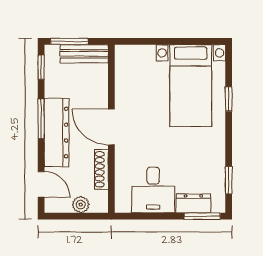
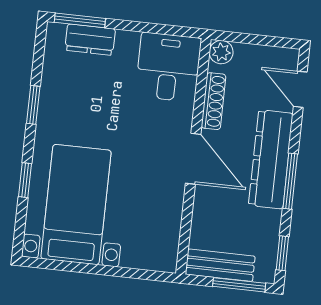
window: (229, 180) -> (33, 105), moved
desk: (153, 190) -> (168, 67), moved
plant: (81, 205) -> (221, 52), moved

